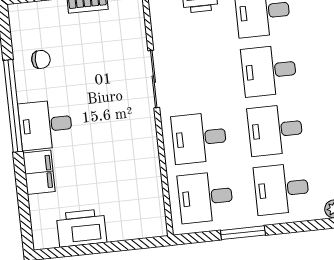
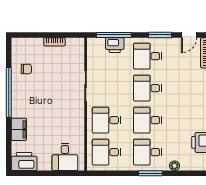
desk: (46, 125) -> (65, 157), moved, turned -90
printer: (81, 228) -> (24, 162), moved
window: (243, 233) -> (150, 173), moved

